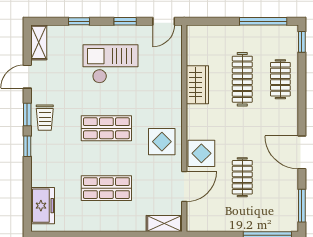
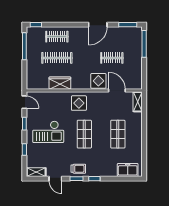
checkout: (111, 64) -> (48, 132), turned -90
display table: (162, 142) -> (79, 103), moved

